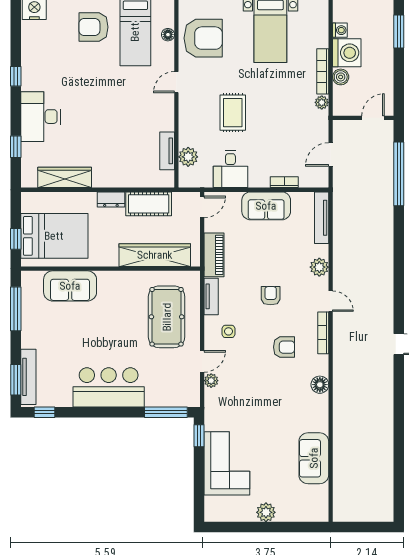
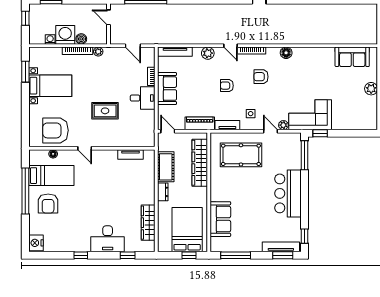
armchair: (203, 38) -> (55, 130), turned -90
plant: (188, 157) -> (134, 140), removed
desk: (230, 169) -> (143, 98), moved
door: (331, 301) -> (231, 46), swing flipped
armchair: (284, 347) -> (261, 77), turned -90
sofa: (314, 458) -> (352, 57), moved
corner sofa: (227, 463) -> (310, 115), moved

